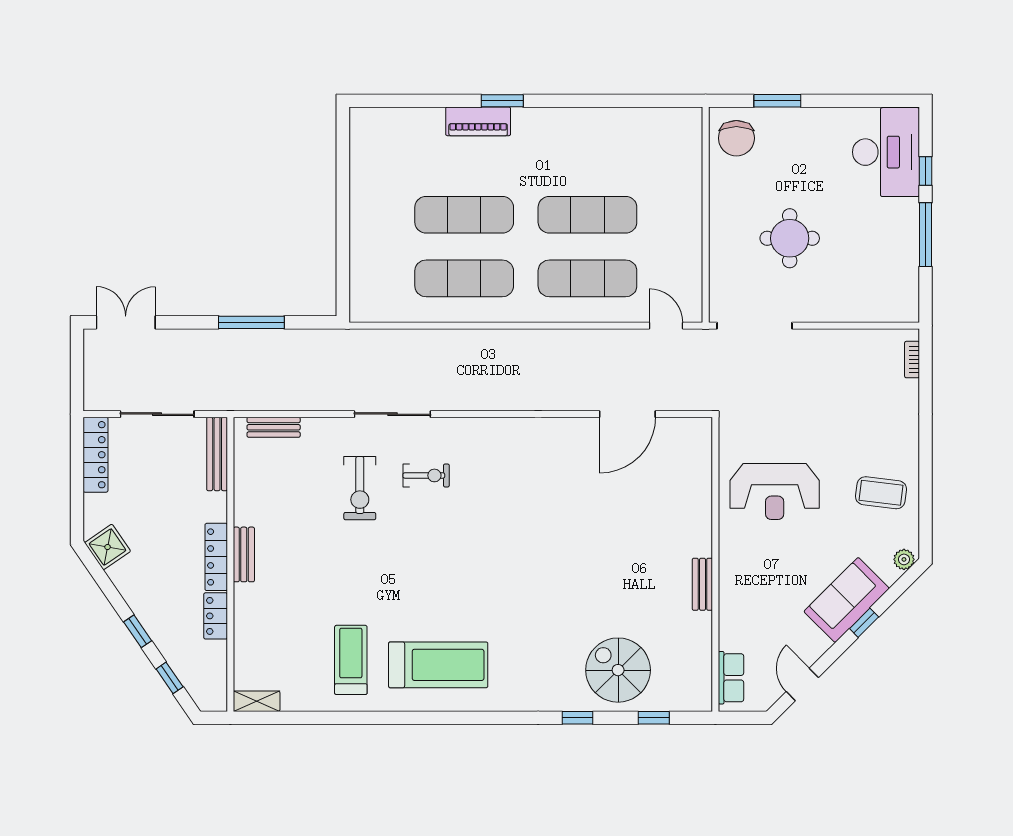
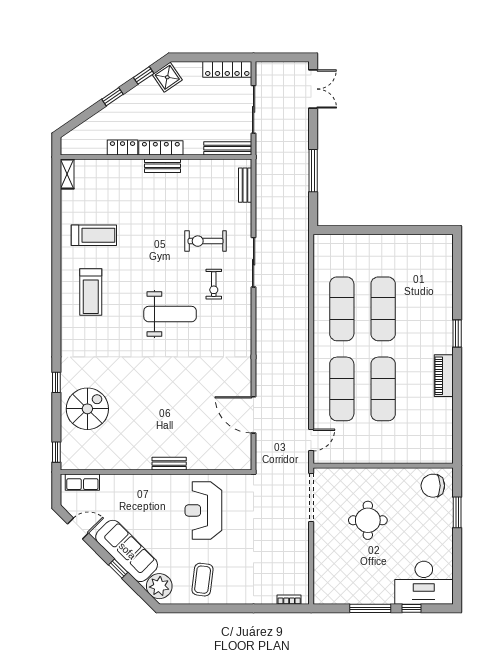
piano: (478, 121) -> (444, 376), moved
weight bench: (472, 543) -> (170, 314), added
plant: (904, 559) -> (159, 586), width x1.87, depth x1.87
bench: (702, 584) -> (169, 464), moved
sofa: (847, 600) -> (127, 551), width x1.36
treadmill: (438, 665) -> (91, 292), width x0.73, depth x0.73
window: (170, 678) -> (144, 75), moved
window: (654, 718) -> (56, 452), moved

